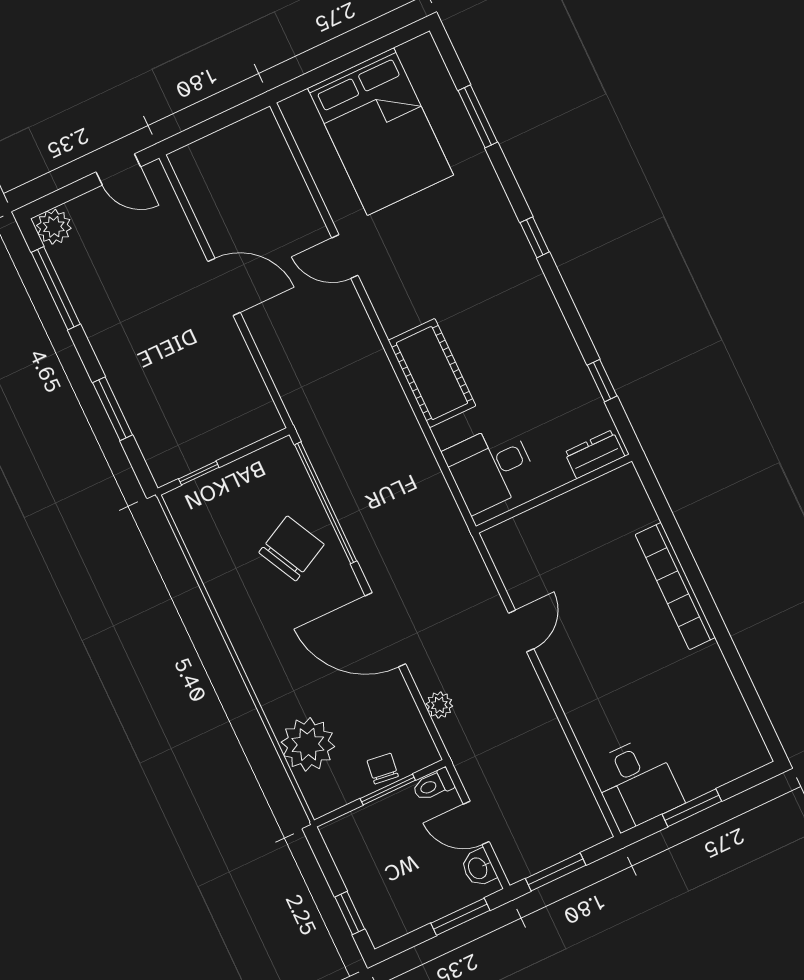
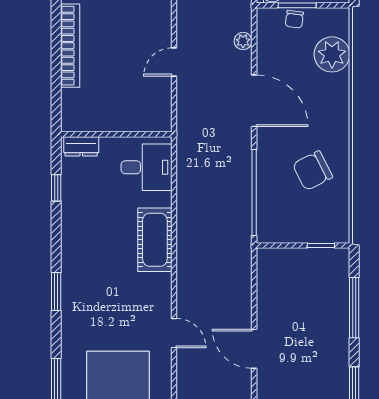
window: (535, 237) -> (56, 292), width x1.50
window: (113, 409) -> (354, 308), width x1.44
chair: (292, 548) -> (313, 171), moved

